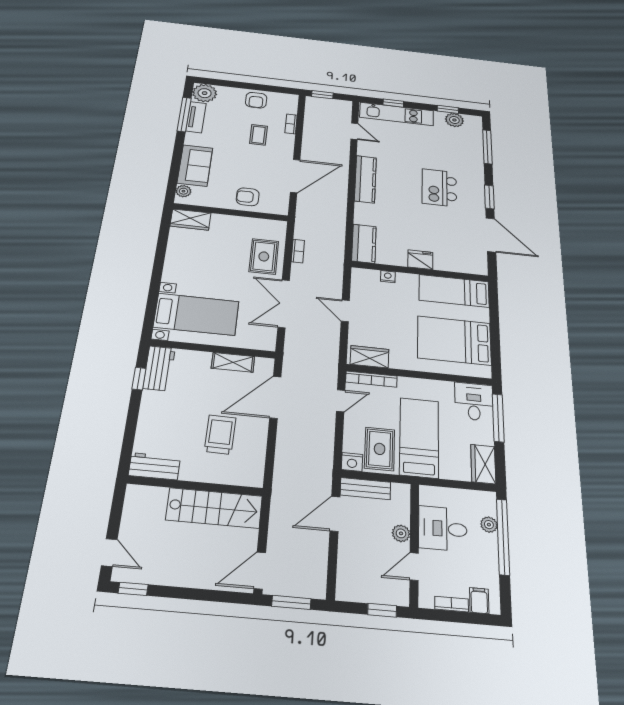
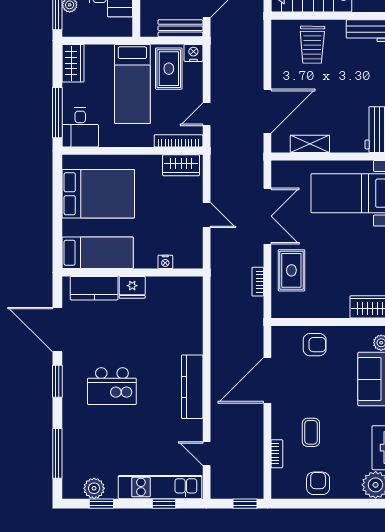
kitchen island: (439, 188) -> (112, 386), turned 90
kitchen counter: (364, 244) -> (94, 288), moved, turned -90
trolley: (220, 435) -> (312, 45), moved

